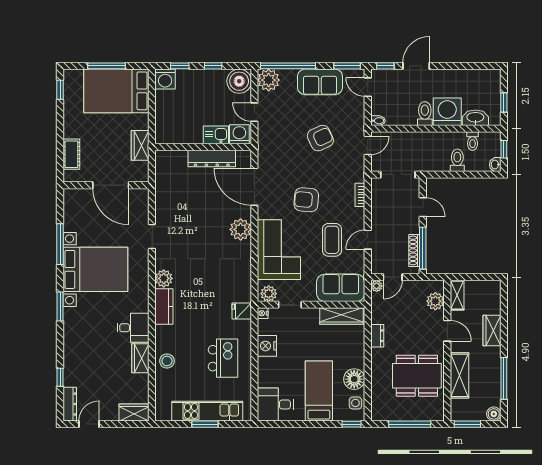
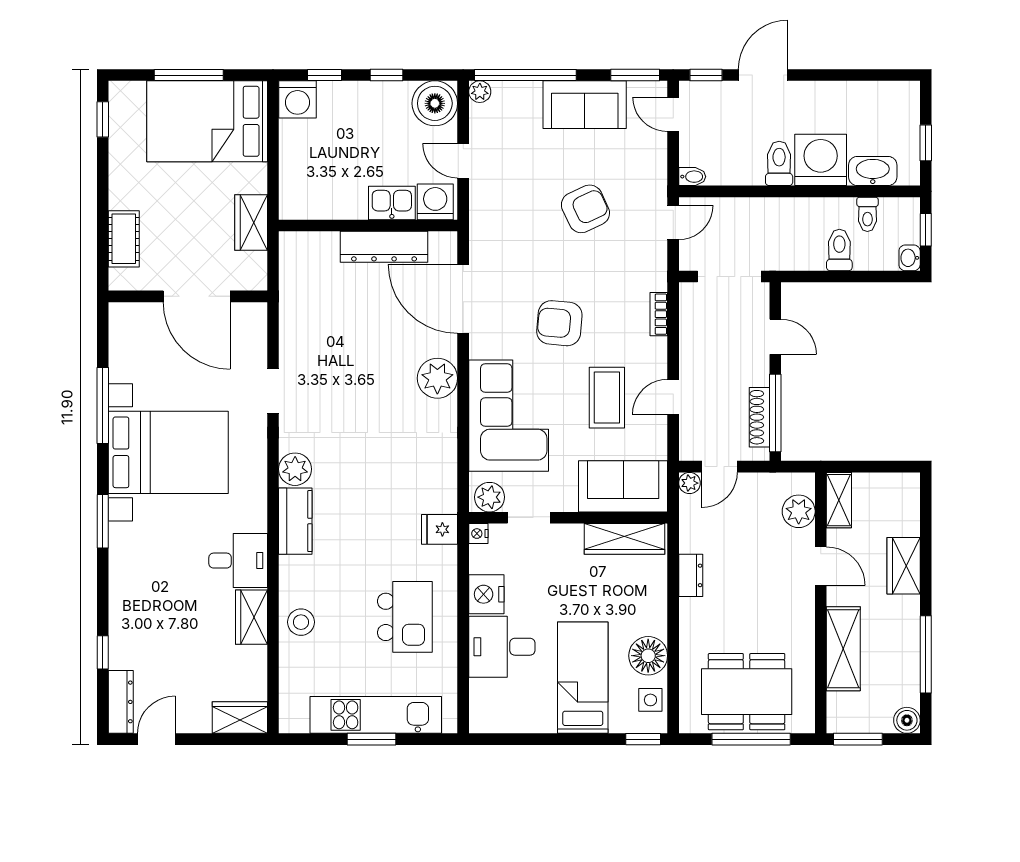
plant: (269, 80) -> (480, 92), width x0.53, depth x0.53
dining table: (417, 376) -> (747, 692), moved
desk: (275, 404) -> (502, 647), moved

